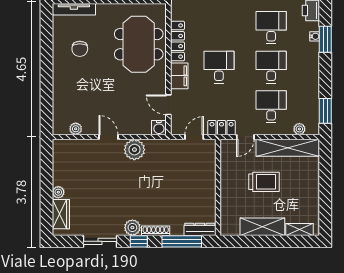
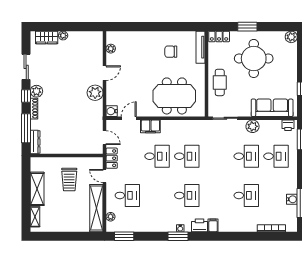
locker: (177, 41) -> (177, 125), removed
desk: (271, 67) -> (187, 156), moved
trolley: (264, 182) -> (69, 179), moved

